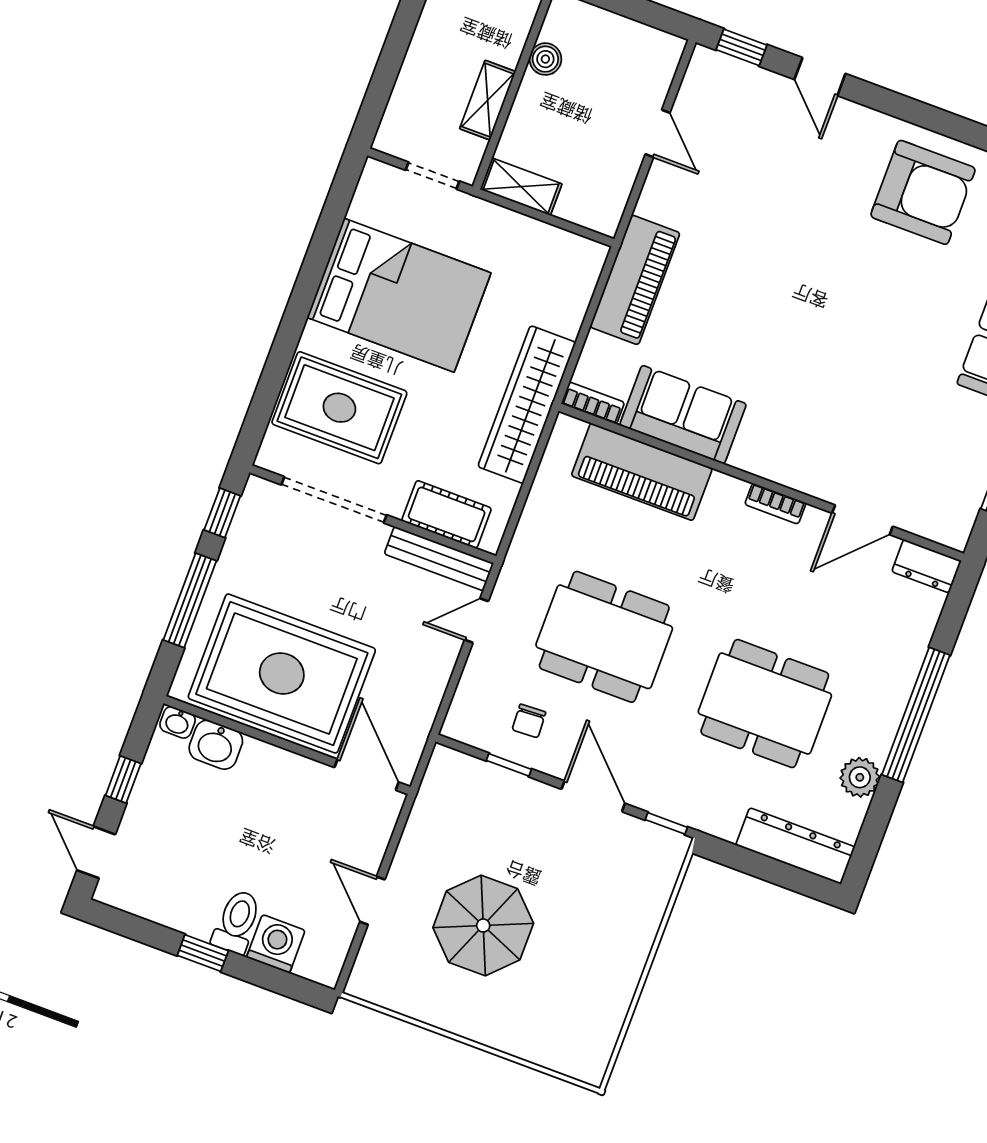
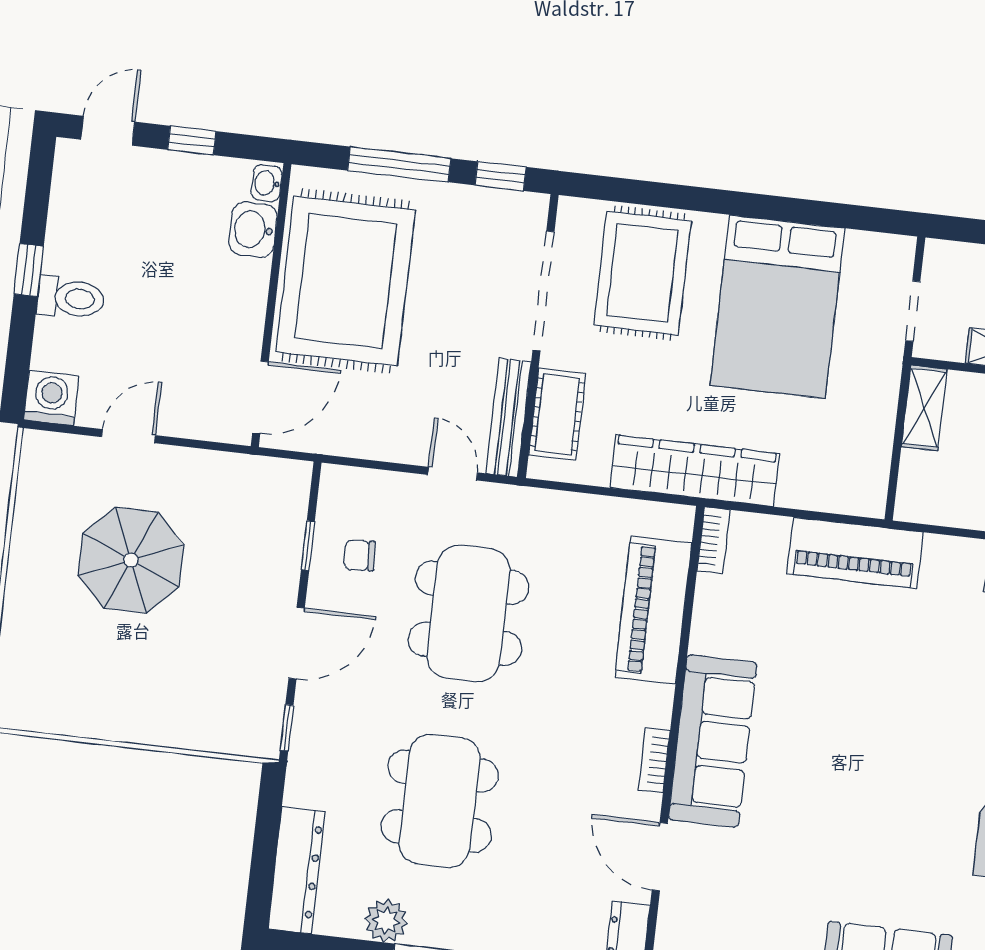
sofa: (683, 415) -> (713, 741), moved, width x1.36
washing machine: (276, 944) -> (51, 398), moved, turned -90

